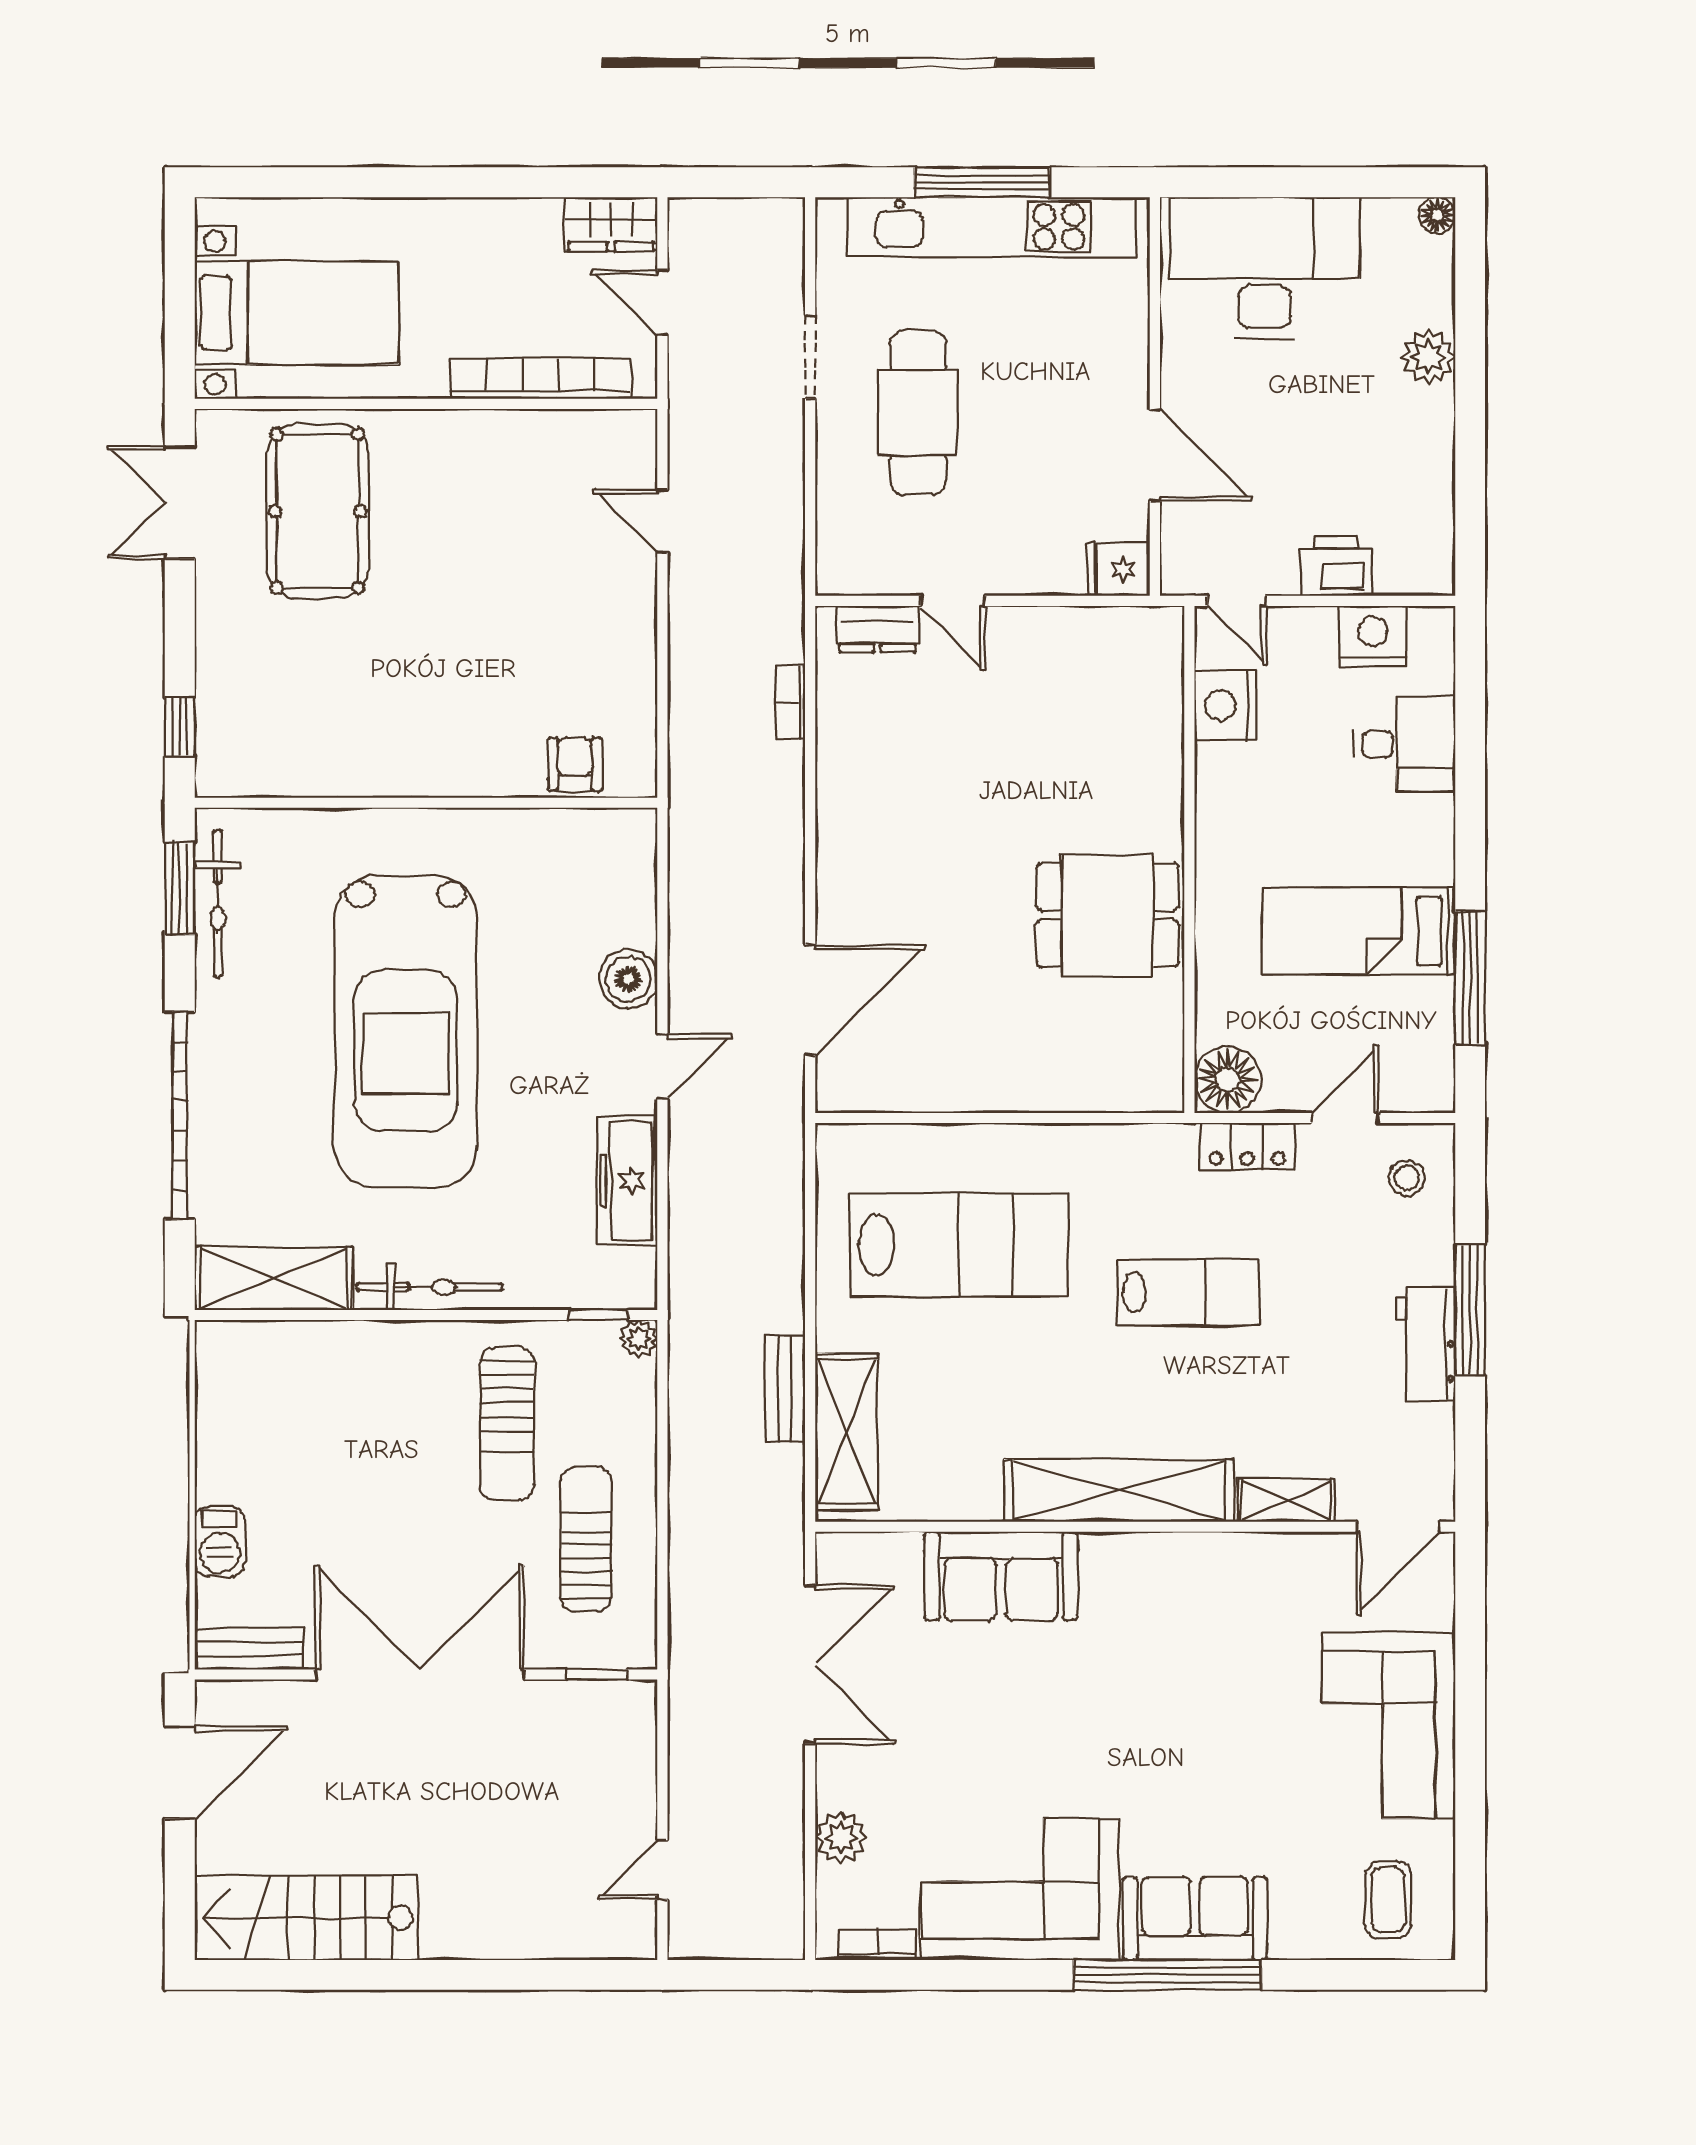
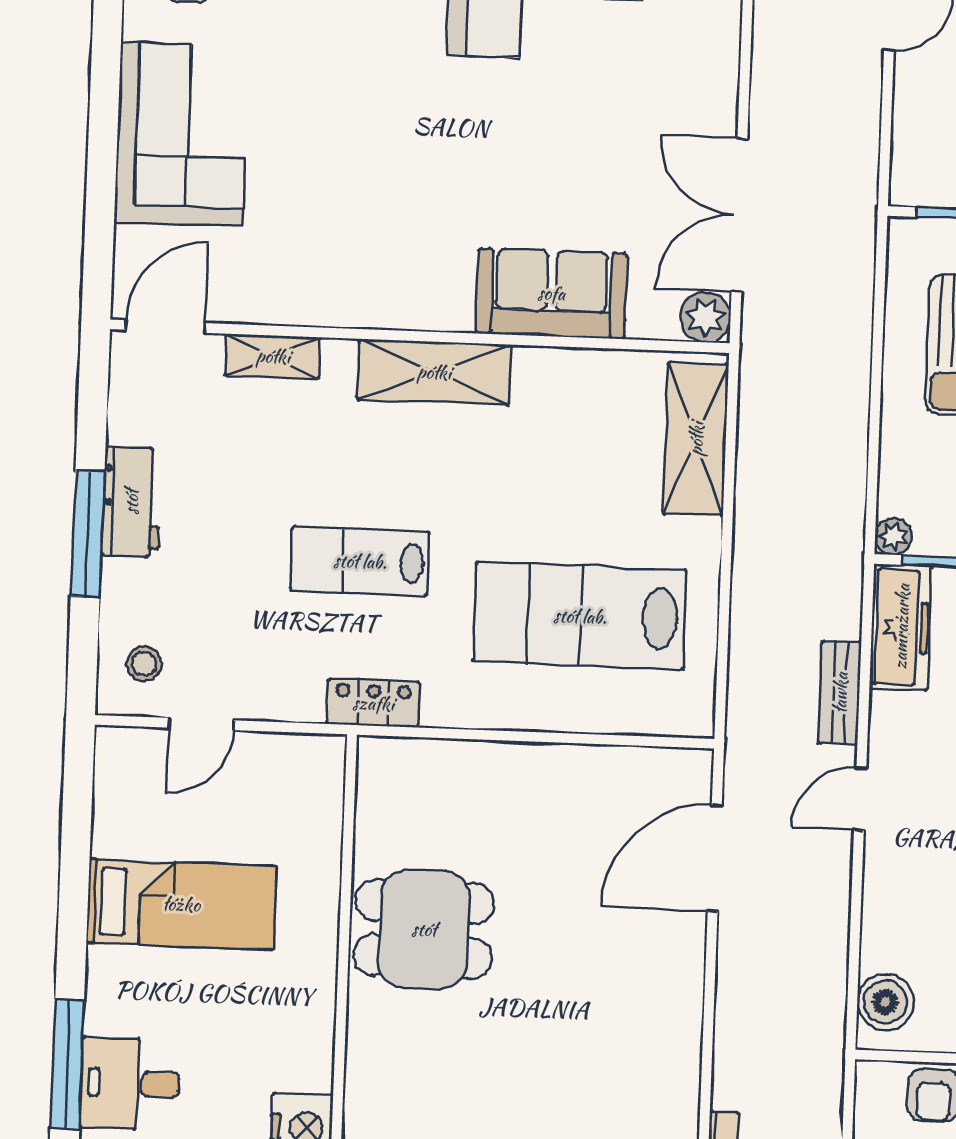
window: (1470, 978) -> (67, 1064), moved
boiler: (628, 979) -> (885, 1002), moved
floor lamp: (1228, 1080) -> (314, 765), removed
locker: (1247, 1147) -> (373, 703), moved
freezer: (628, 1181) -> (901, 627), moved
bench: (785, 1388) -> (840, 693), moved
shelving: (1119, 1490) -> (434, 372), width x0.68
plant: (841, 1837) -> (706, 317), moved

